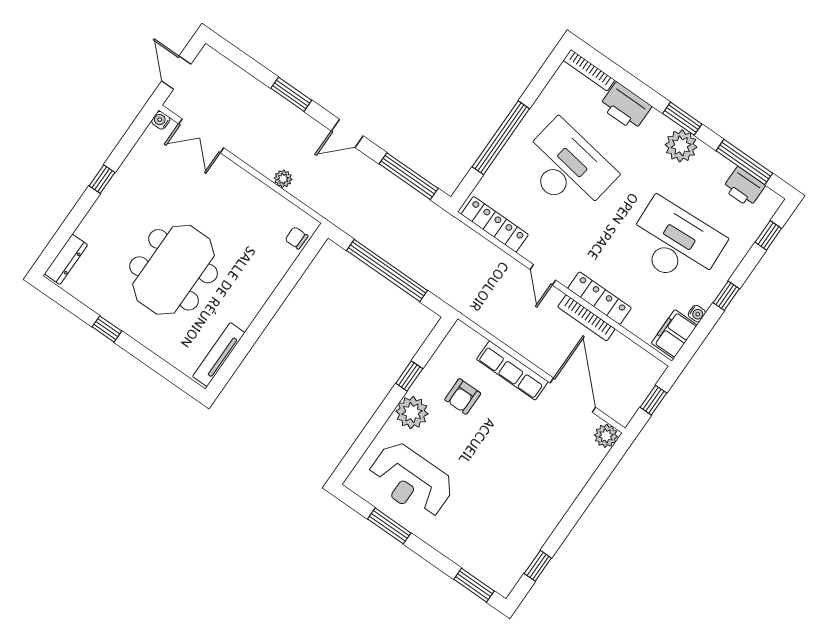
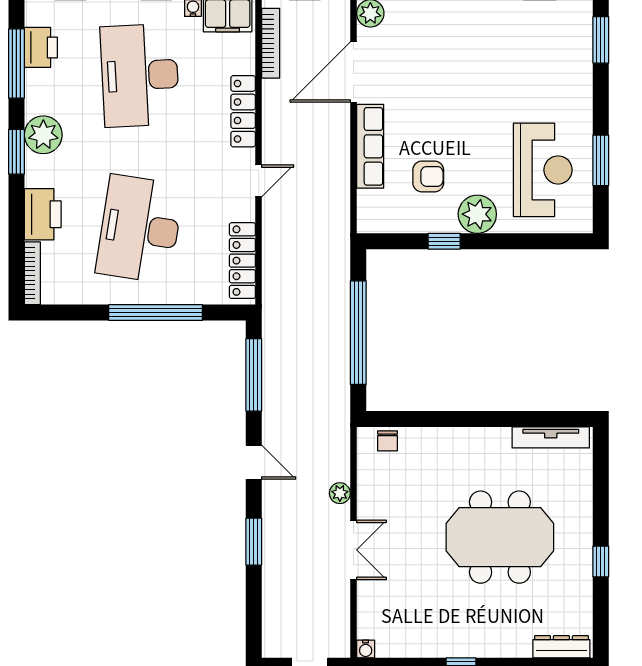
double door: (201, 136) -> (353, 550), moved
bookcase: (586, 318) -> (271, 43), moved

